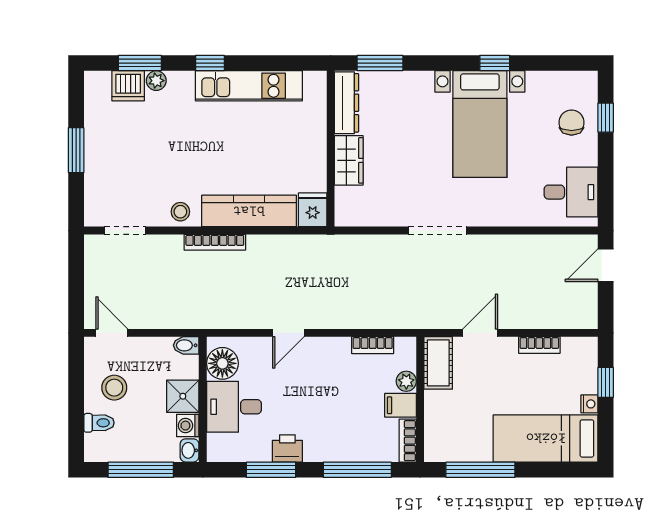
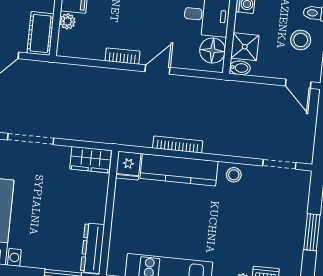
wardrobe: (349, 160) -> (91, 160), moved, turned -90
bookcase: (215, 242) -> (178, 145), moved
bookcase: (373, 345) -> (123, 56), moved
shower: (183, 396) -> (245, 47), moved

